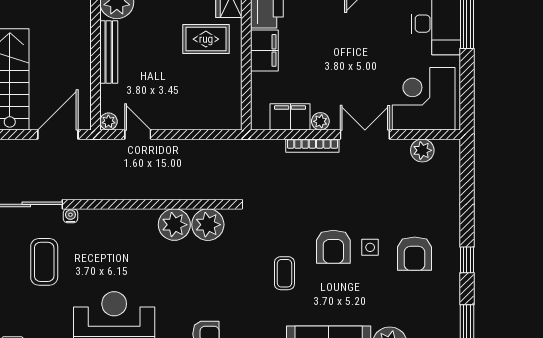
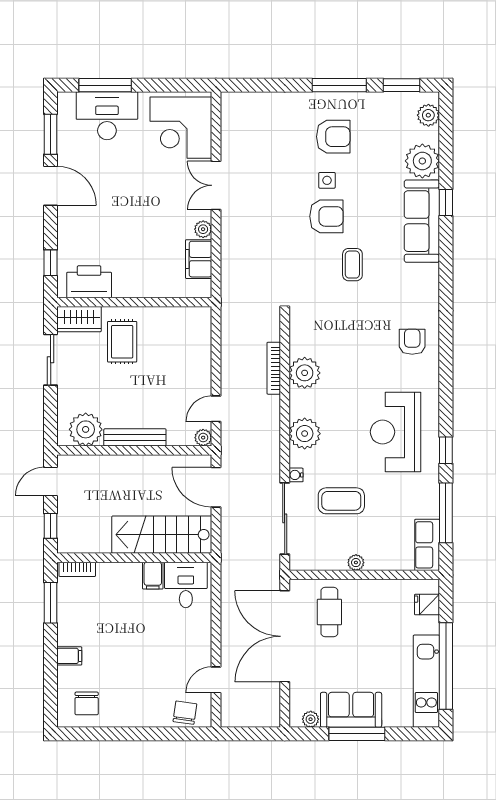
filing cabinet: (264, 50) -> (133, 284), removed
bookcase: (312, 146) -> (274, 368), moved, turned 180
plant: (422, 150) -> (232, 129), removed
plant: (208, 225) -> (305, 434), moved
window: (467, 260) -> (339, 85), width x2.17
coffee table: (284, 273) -> (352, 265), turned 90

